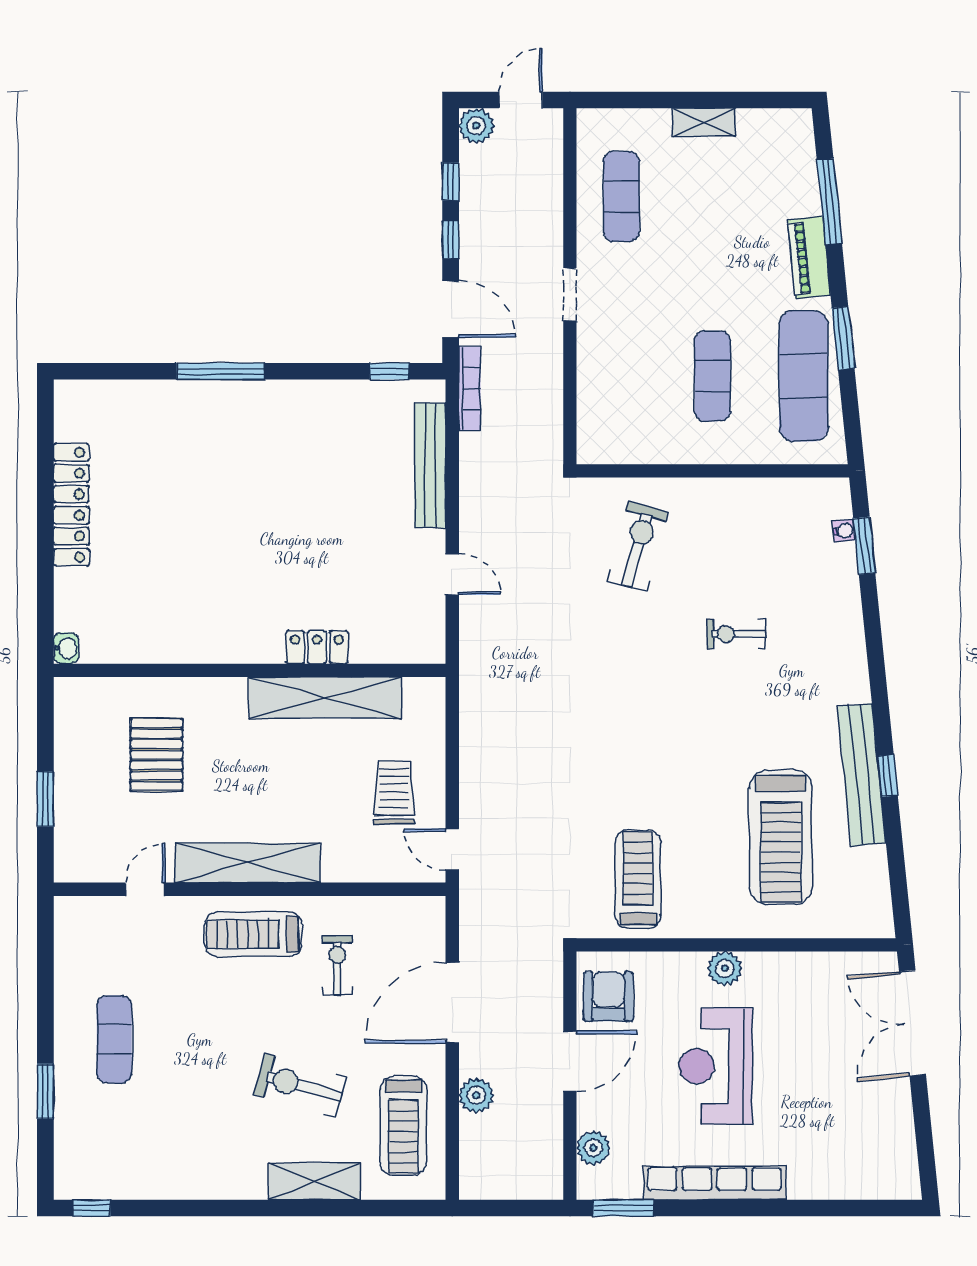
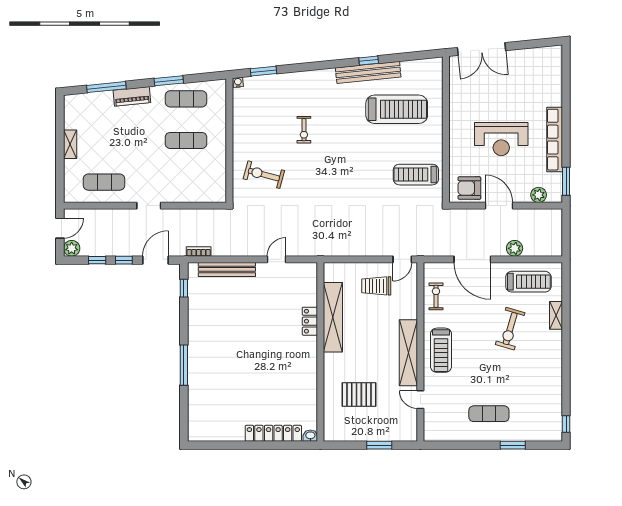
door: (521, 100) -> (60, 228), swing flipped
exercise mat: (804, 376) -> (186, 99), width x0.73, depth x0.69
bookcase: (470, 389) -> (199, 251), width x0.64
locker: (71, 505) -> (273, 433), moved
water cooler: (844, 531) -> (238, 82), moved
exercise bike: (337, 965) -> (436, 296), moved, turned 90
plant: (725, 969) -> (457, 135), removed
shelving: (314, 1181) -> (556, 315), width x0.67, depth x0.75

